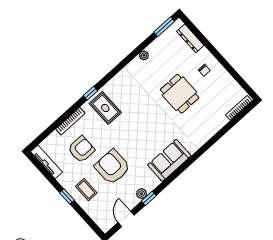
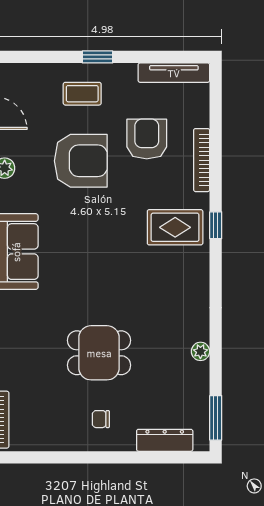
armchair: (81, 149) -> (147, 139), turned 180

